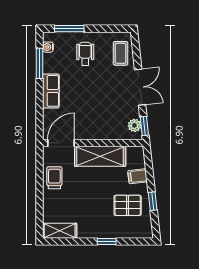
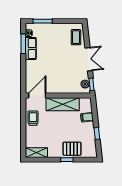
wheelchair: (85, 54) -> (53, 37), removed
row of seats: (51, 91) -> (31, 49), moved
pallet: (128, 205) -> (72, 149), moved

